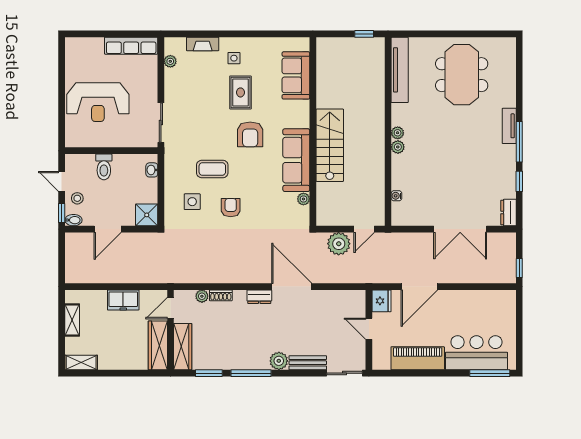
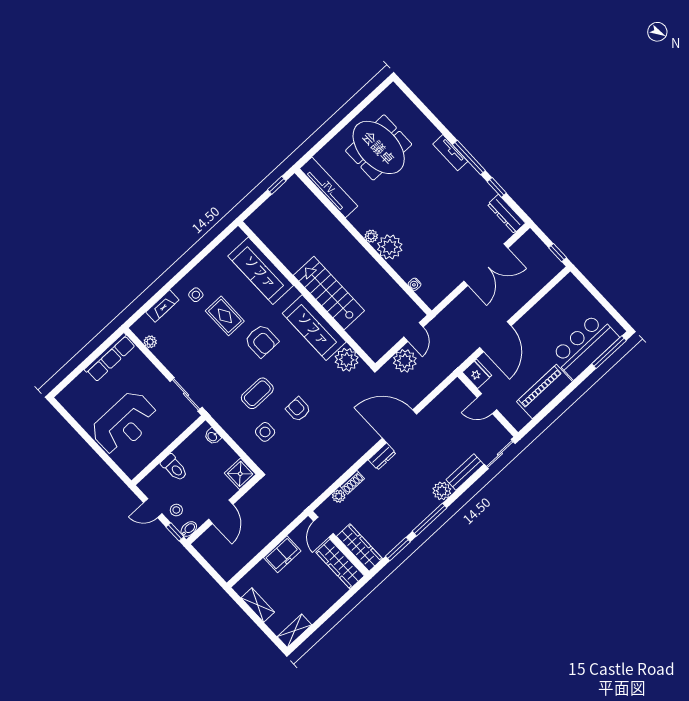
sofa: (296, 75) -> (261, 271), width x1.36
plant: (398, 147) -> (390, 247), width x1.88, depth x1.88
plant: (303, 199) -> (347, 360), width x1.87, depth x1.87
dresser: (508, 212) -> (506, 214), width x1.44

